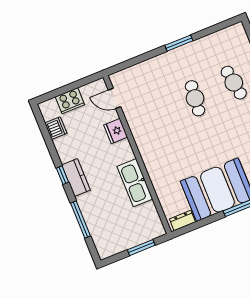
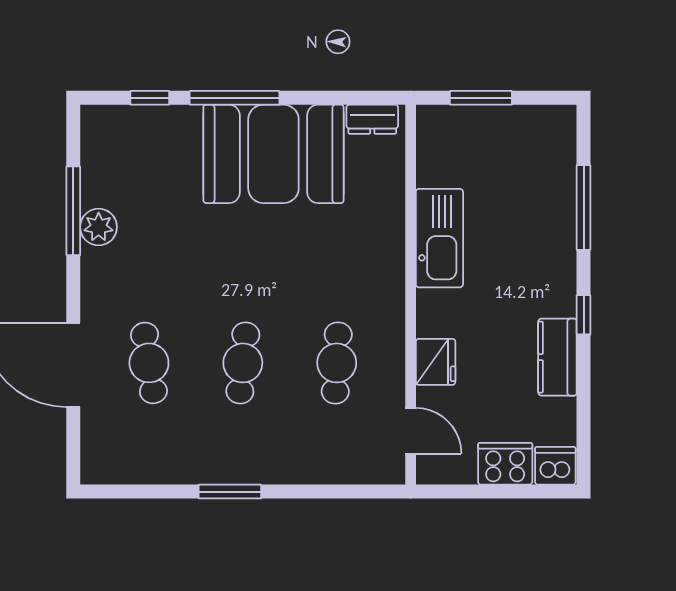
cafe table: (156, 114) -> (337, 363), added
dishwasher: (56, 128) -> (555, 466), moved, turned 90
kitchen counter: (76, 177) -> (557, 357), moved

